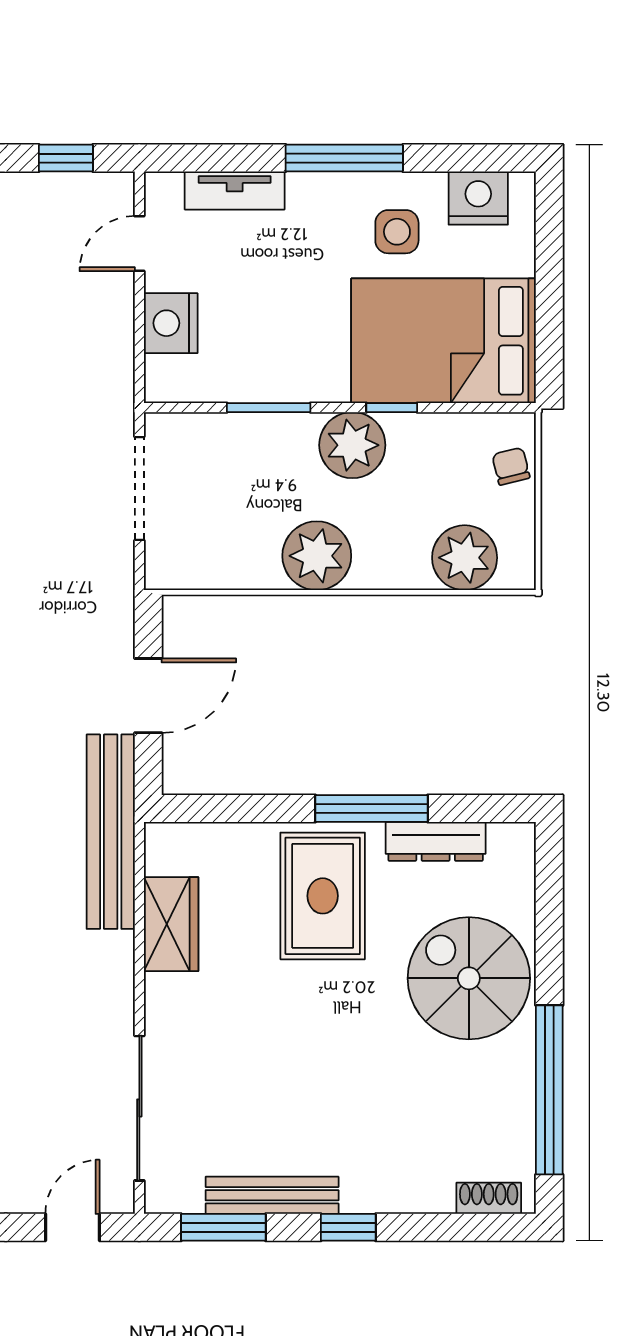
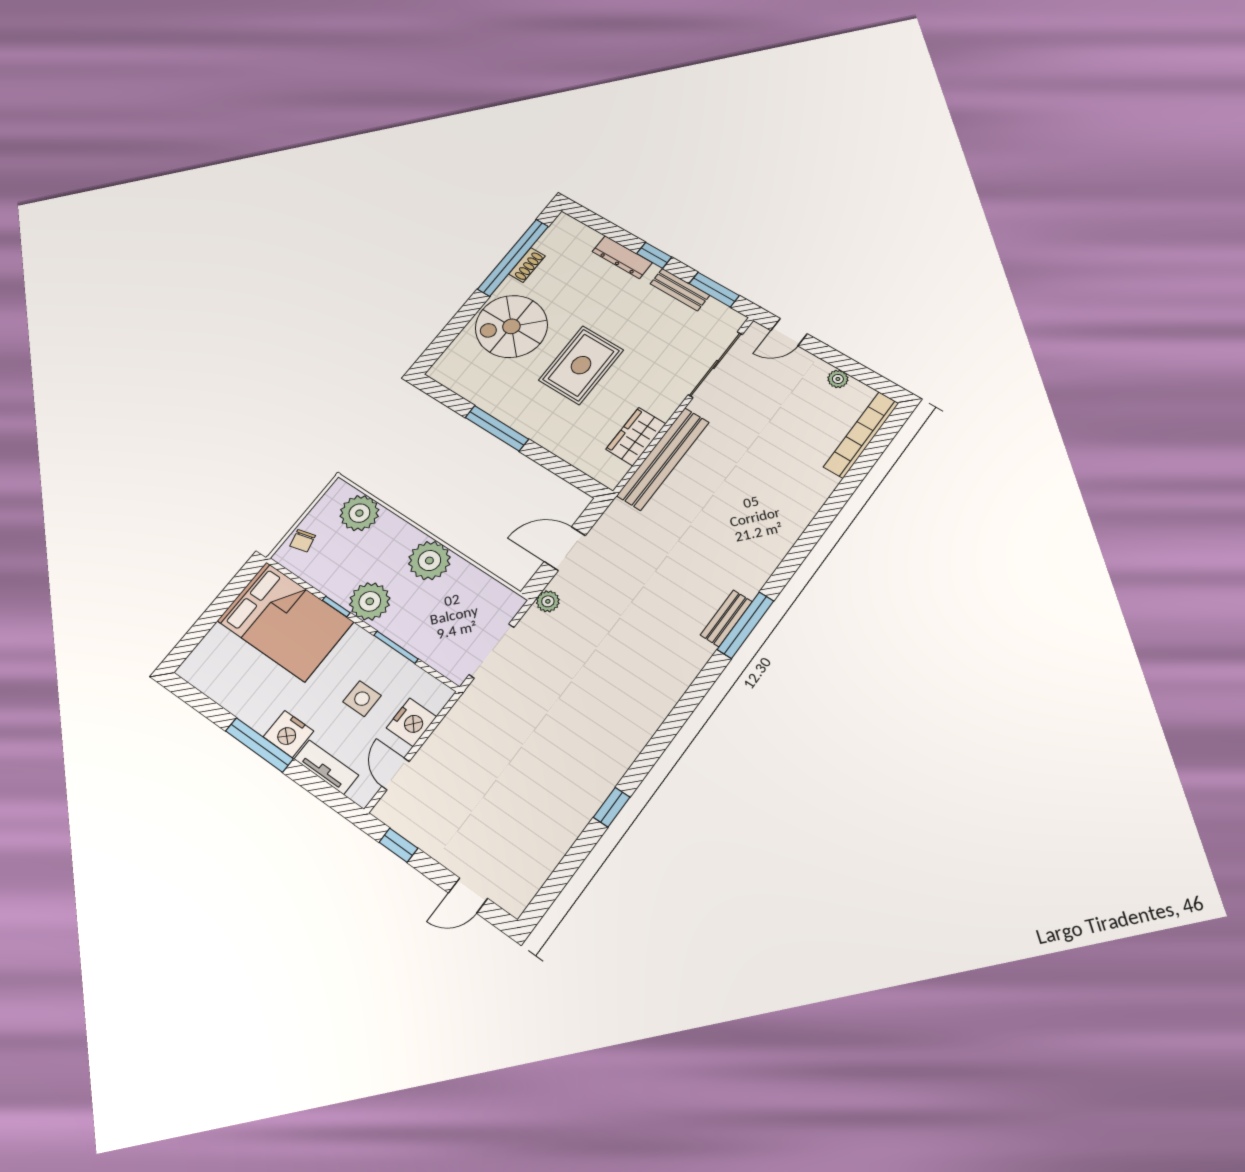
nightstand: (478, 198) -> (288, 734), moved
side table: (397, 232) -> (362, 699), moved
door: (139, 244) -> (395, 774), swing flipped
plant: (116, 607) -> (548, 601), added
bench: (111, 832) -> (663, 459), moved
dresser: (436, 841) -> (622, 257), moved, turned 180
rug: (323, 896) -> (581, 365), moved
spiral stairs: (469, 978) -> (511, 326), turned 90
bench: (272, 1195) -> (680, 290), width x0.73
shoe rack: (489, 1198) -> (527, 265), moved, turned -90

